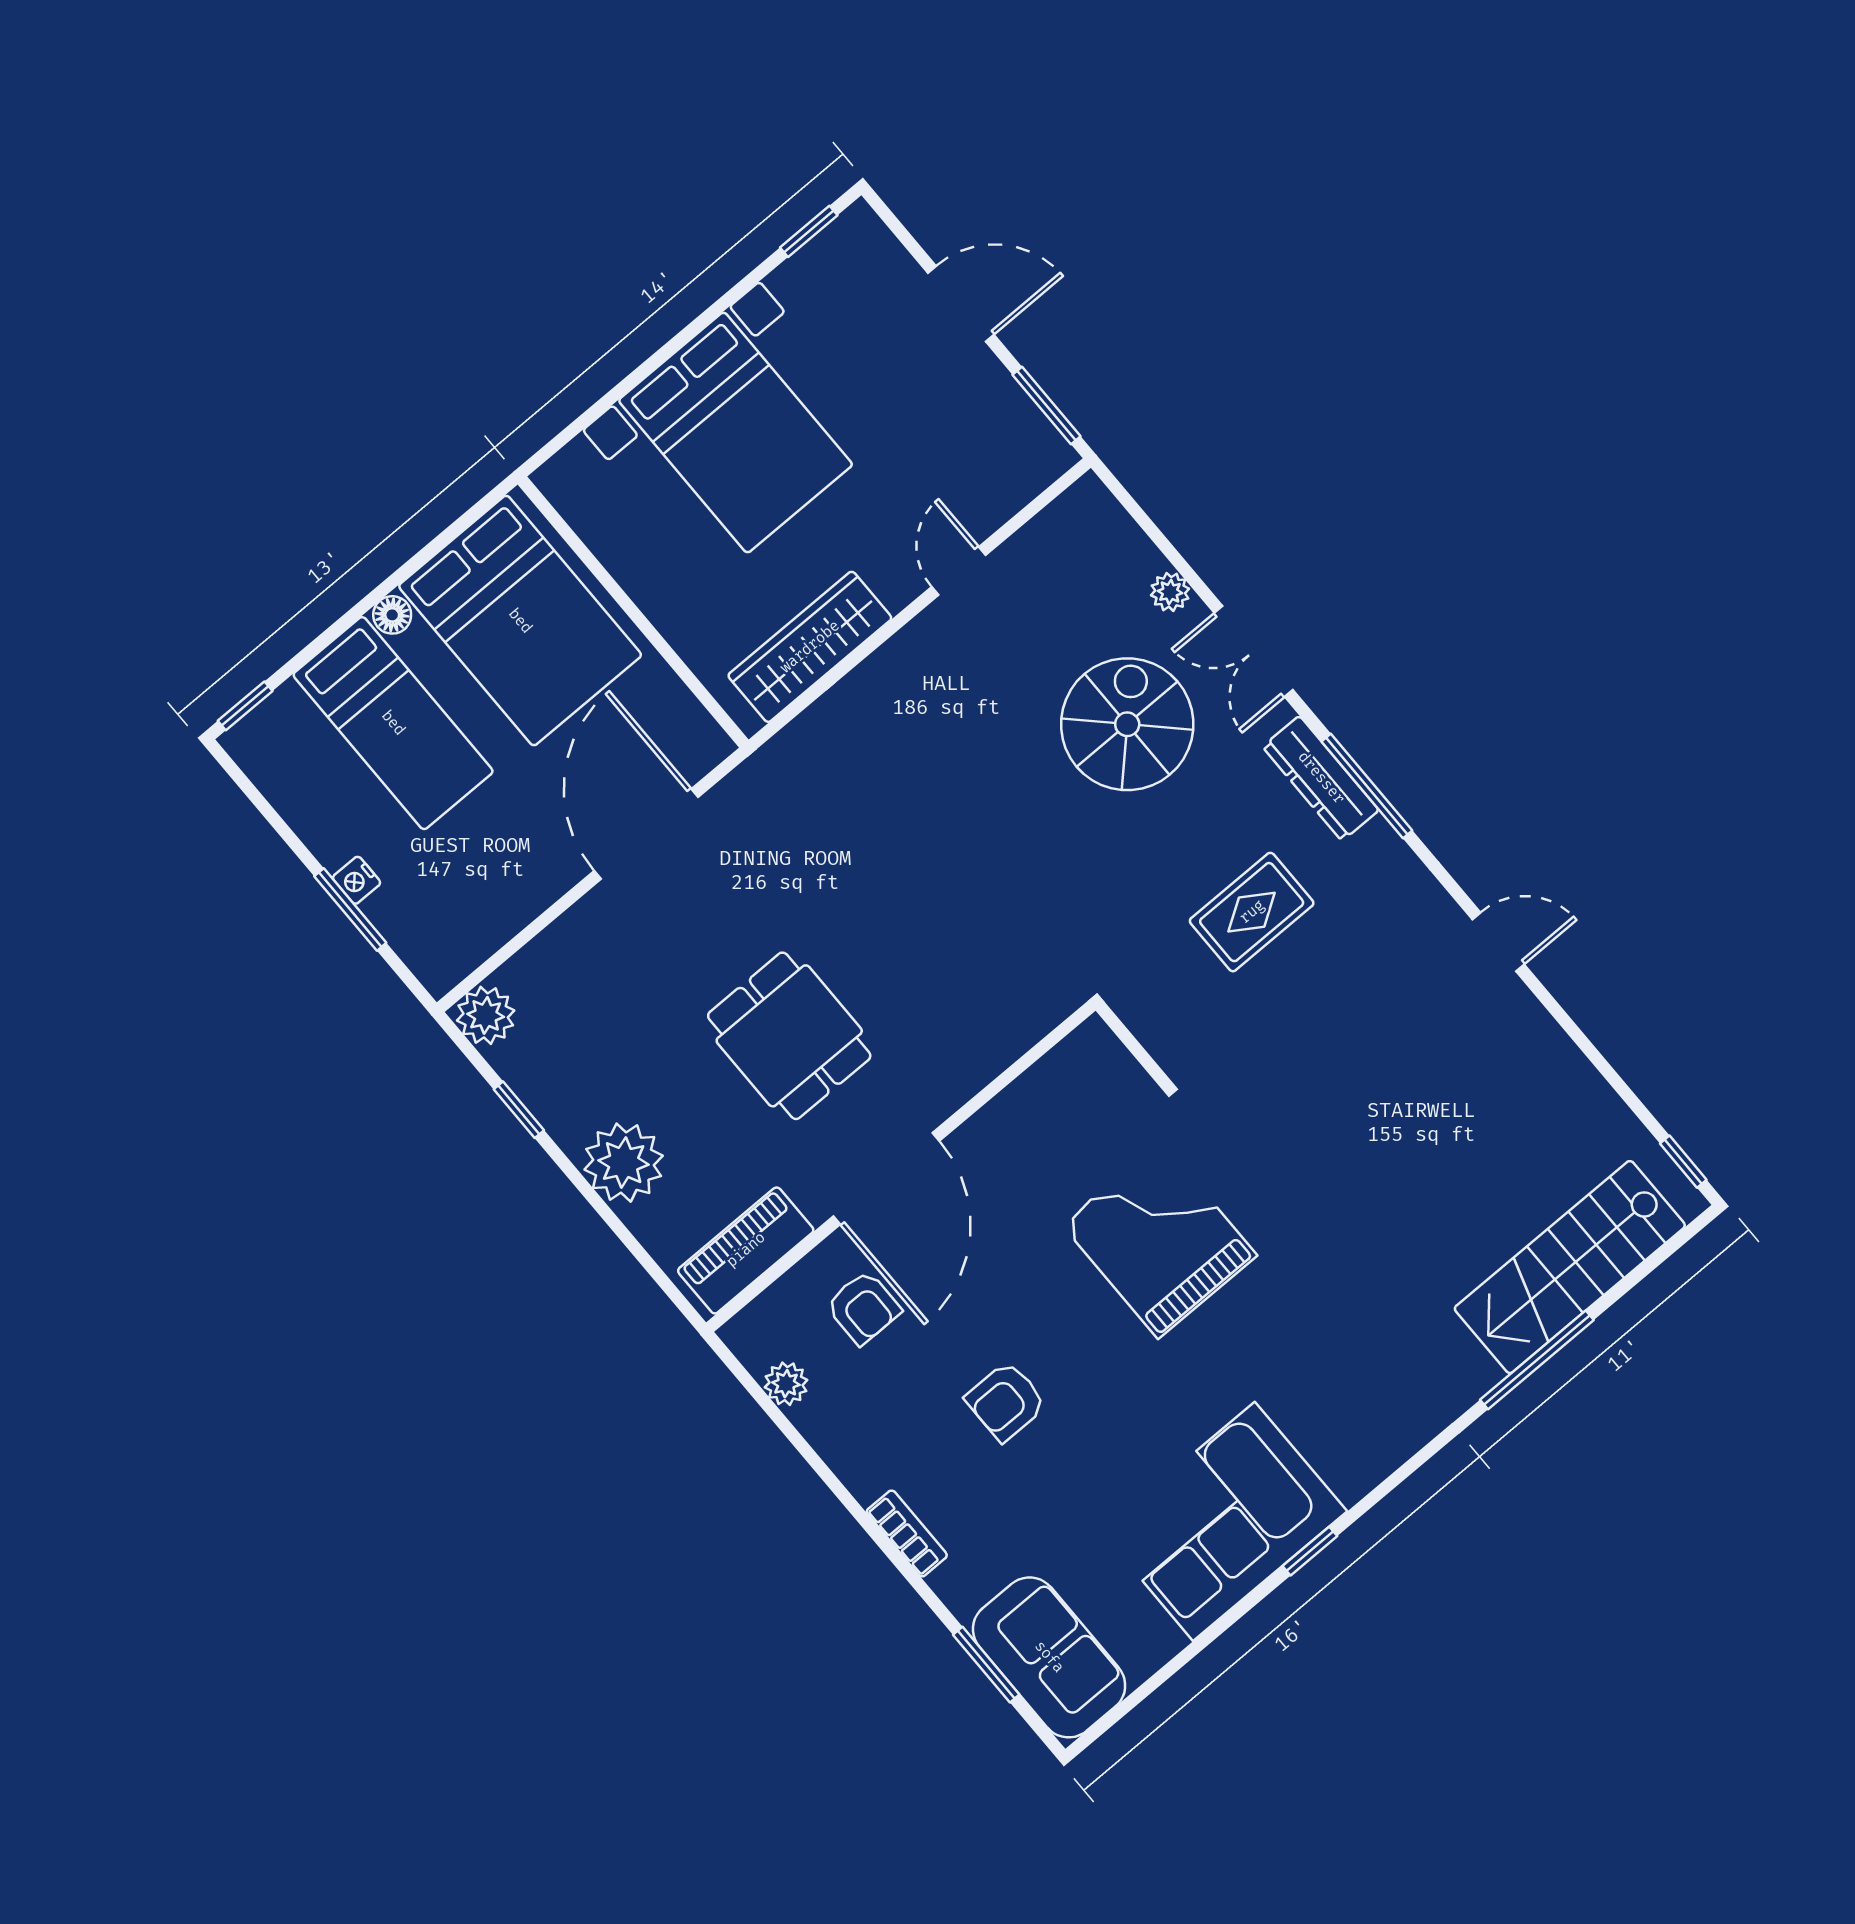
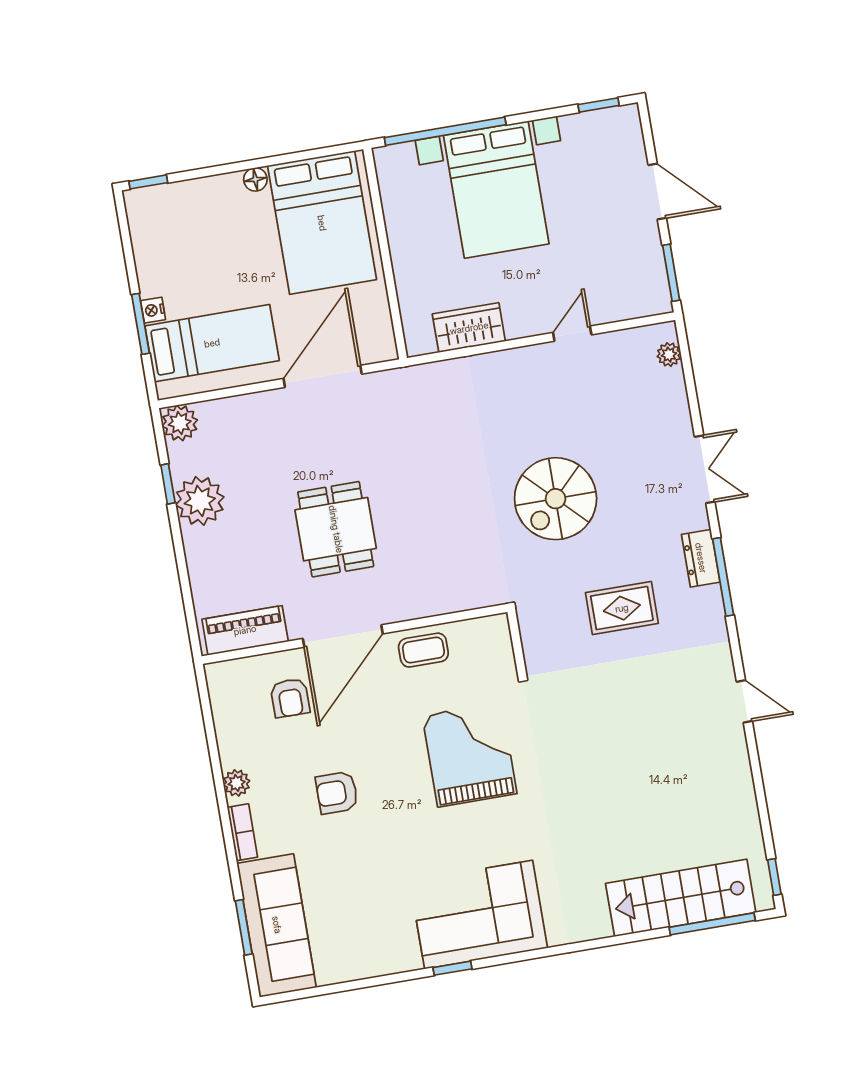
window: (617, 393) -> (445, 131), added
plant: (1170, 592) -> (669, 355), moved
wardrobe: (810, 647) -> (469, 328), width x0.67
double door: (1254, 651) -> (705, 469), swing flipped
bed: (393, 723) -> (212, 343), moved, turned -90
spiral stairs: (1127, 724) -> (556, 499), moved, turned 180
dresser: (1321, 778) -> (701, 558), width x0.70
coffee table: (1010, 1132) -> (423, 650), added
plant: (624, 1163) -> (200, 501), moved
window: (1537, 1360) -> (712, 924), moved
plant: (786, 1384) -> (237, 783), moved
corner sofa: (1224, 1521) -> (479, 915), moved
sofa: (1049, 1657) -> (277, 925), width x1.36

